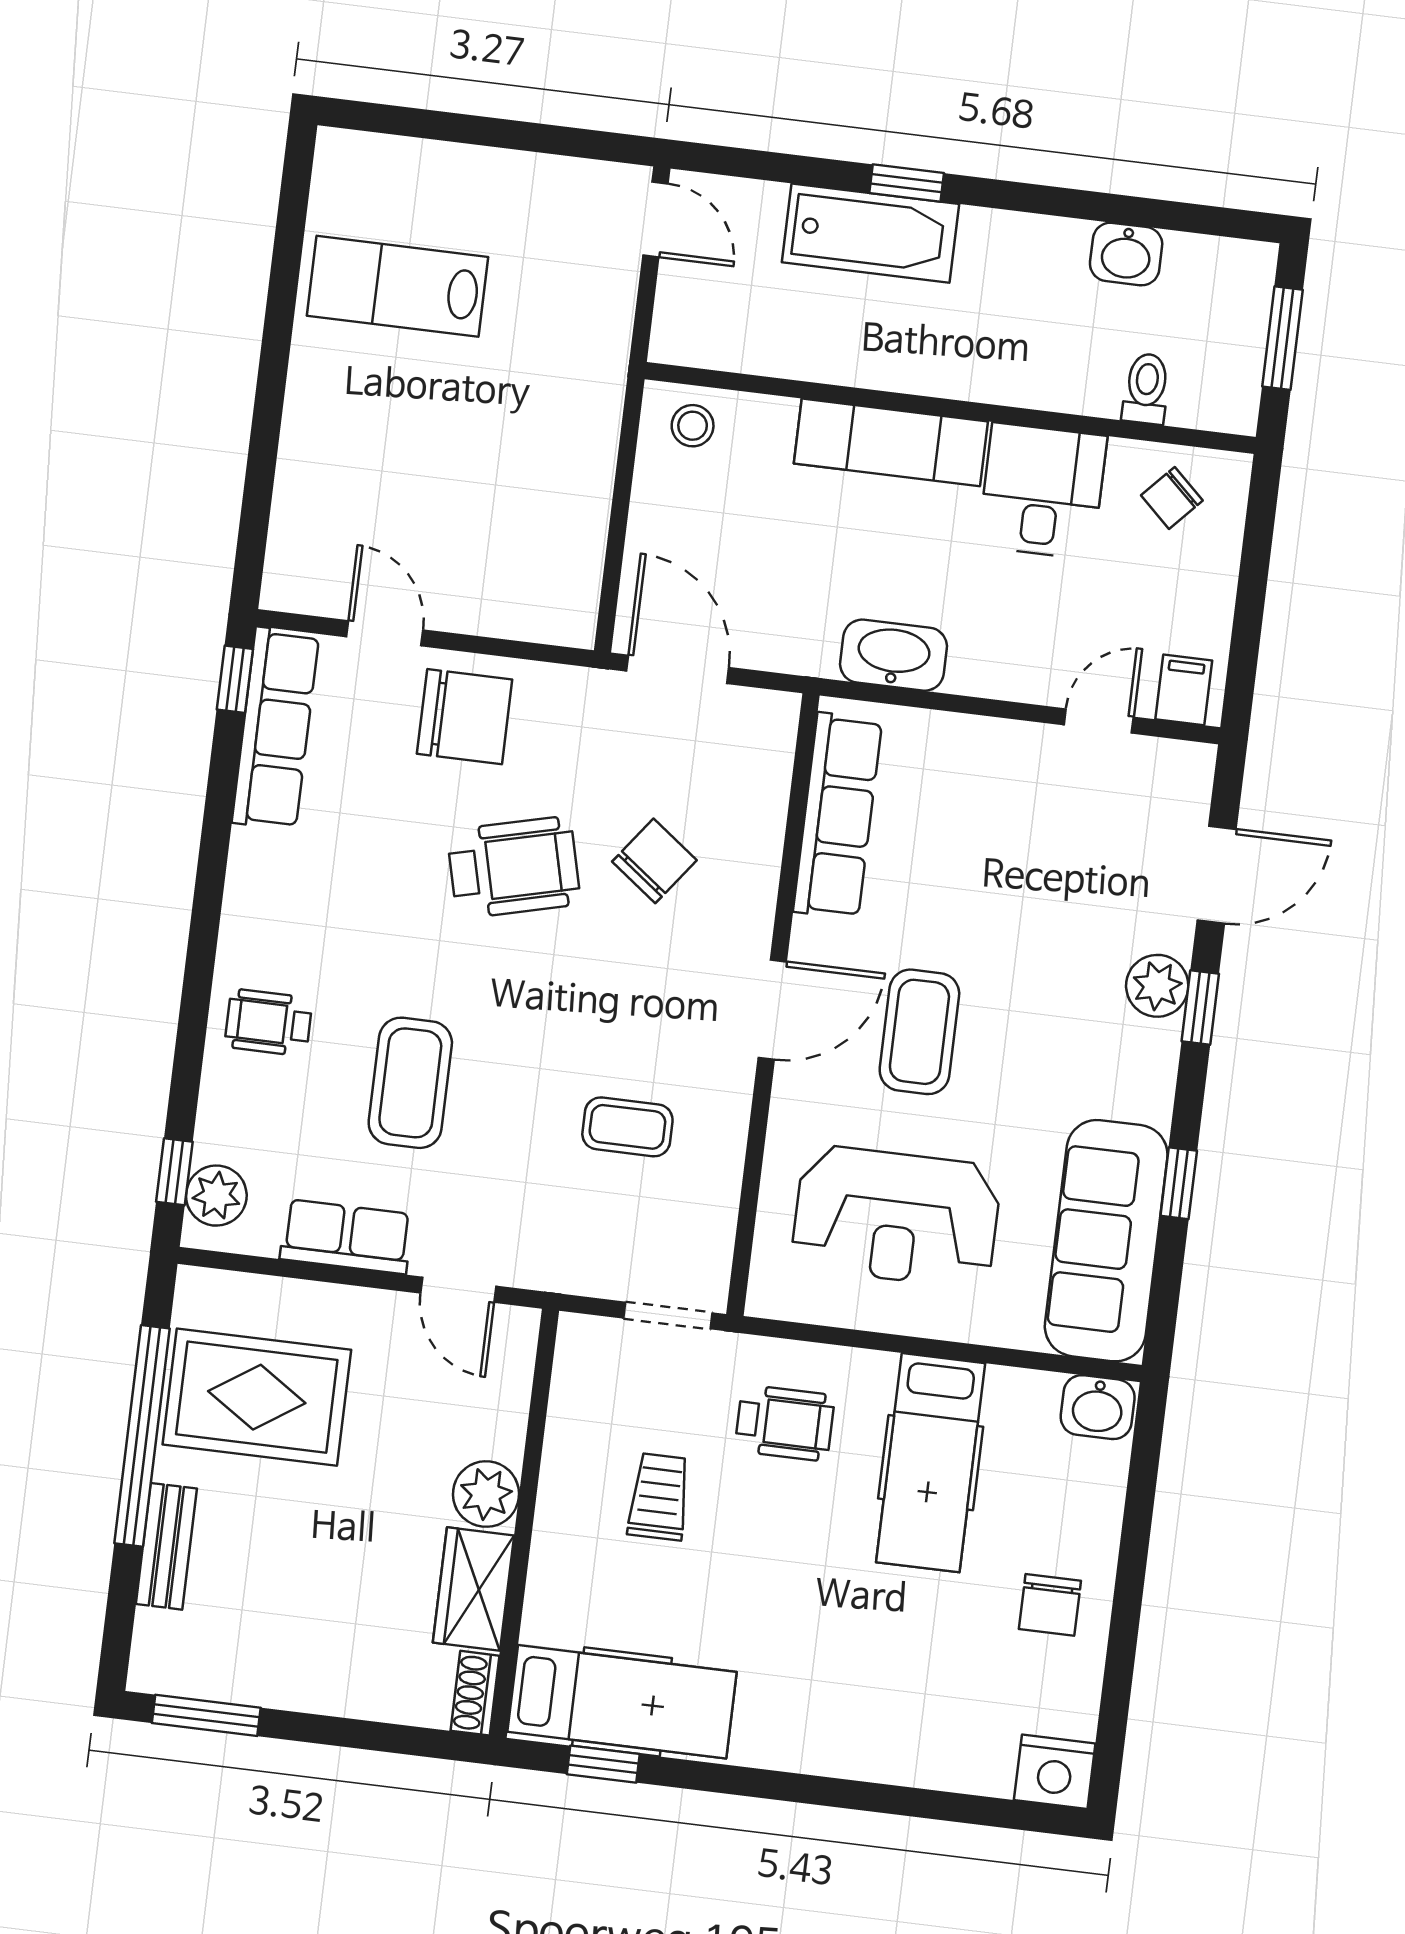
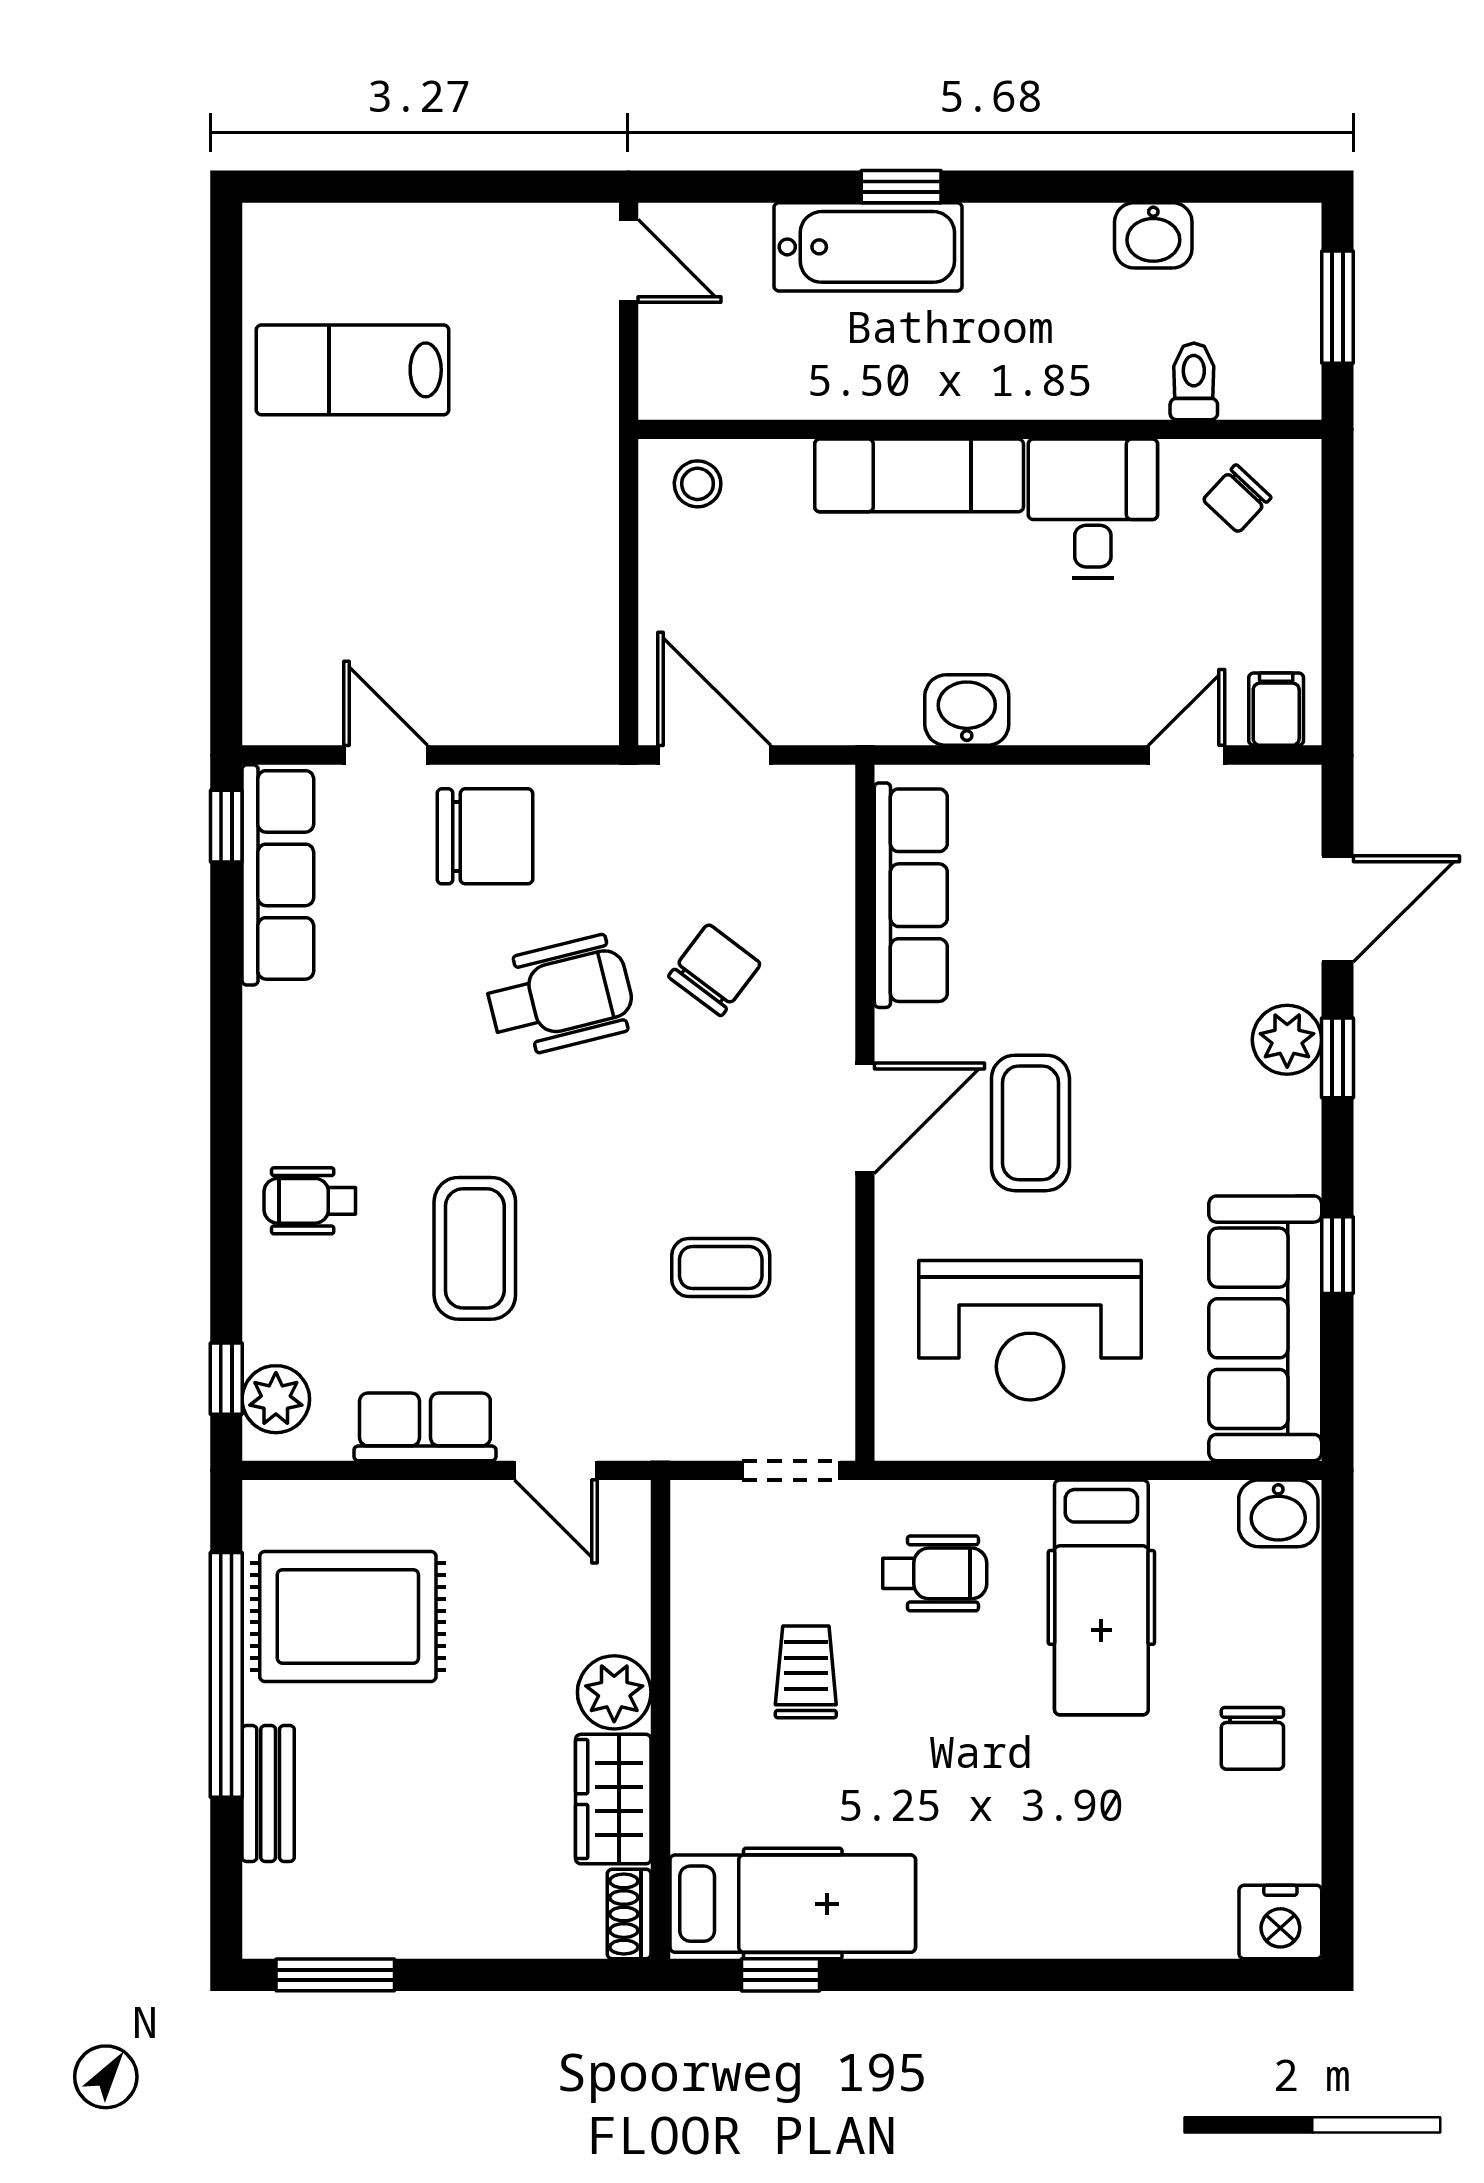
washbasin: (893, 655) -> (967, 710), width x0.72

